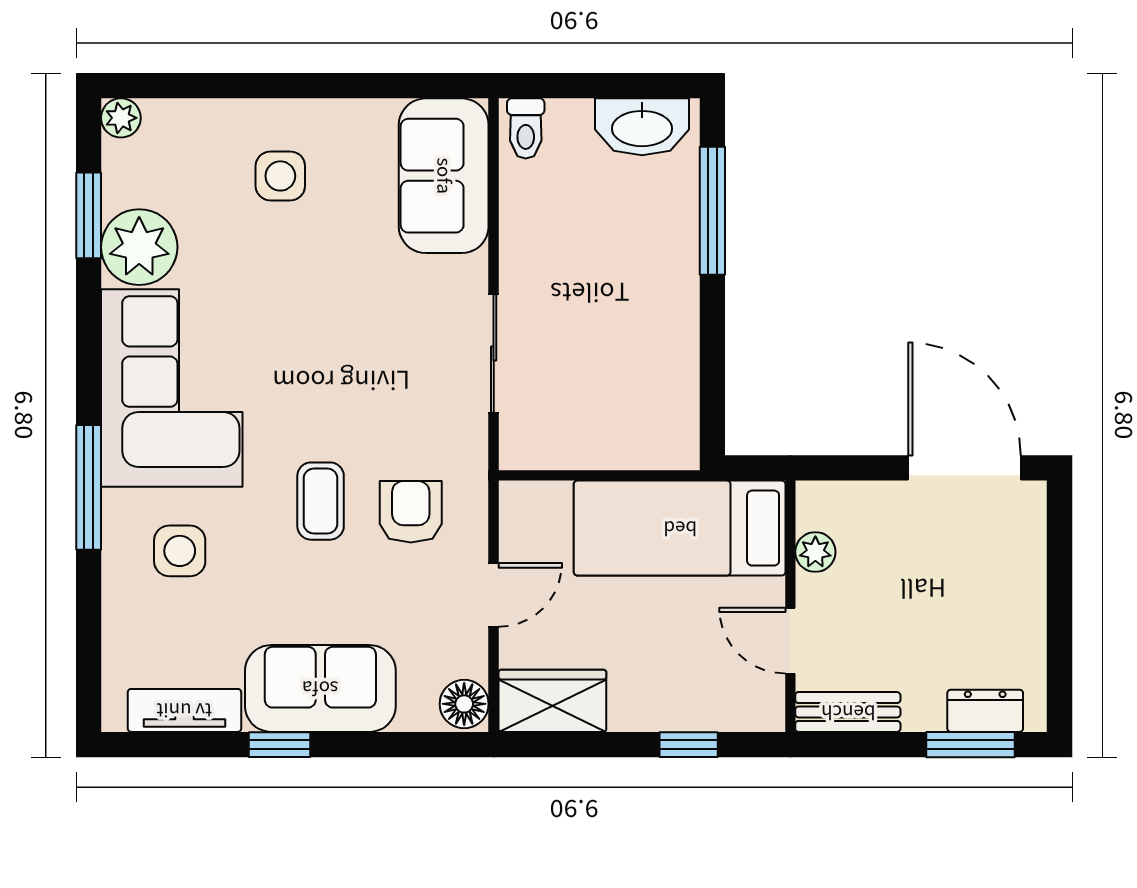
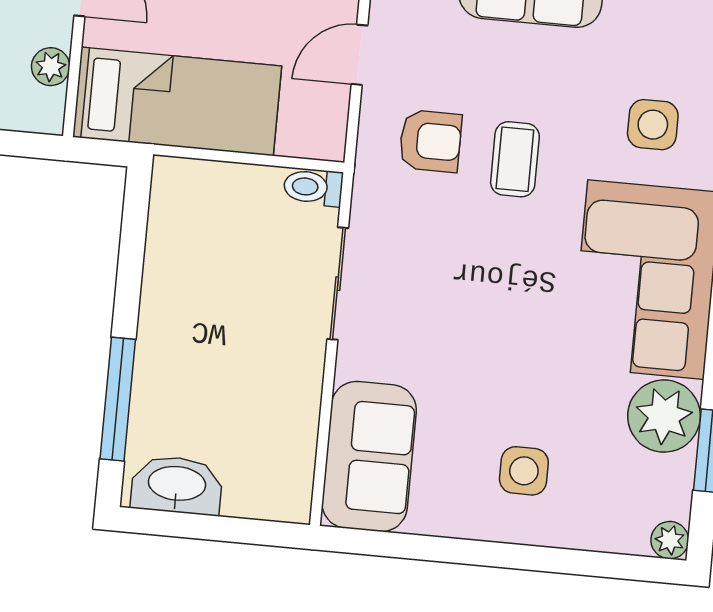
toilet: (526, 128) -> (313, 187), moved, turned -90
armchair: (411, 512) -> (430, 141), turned -90

